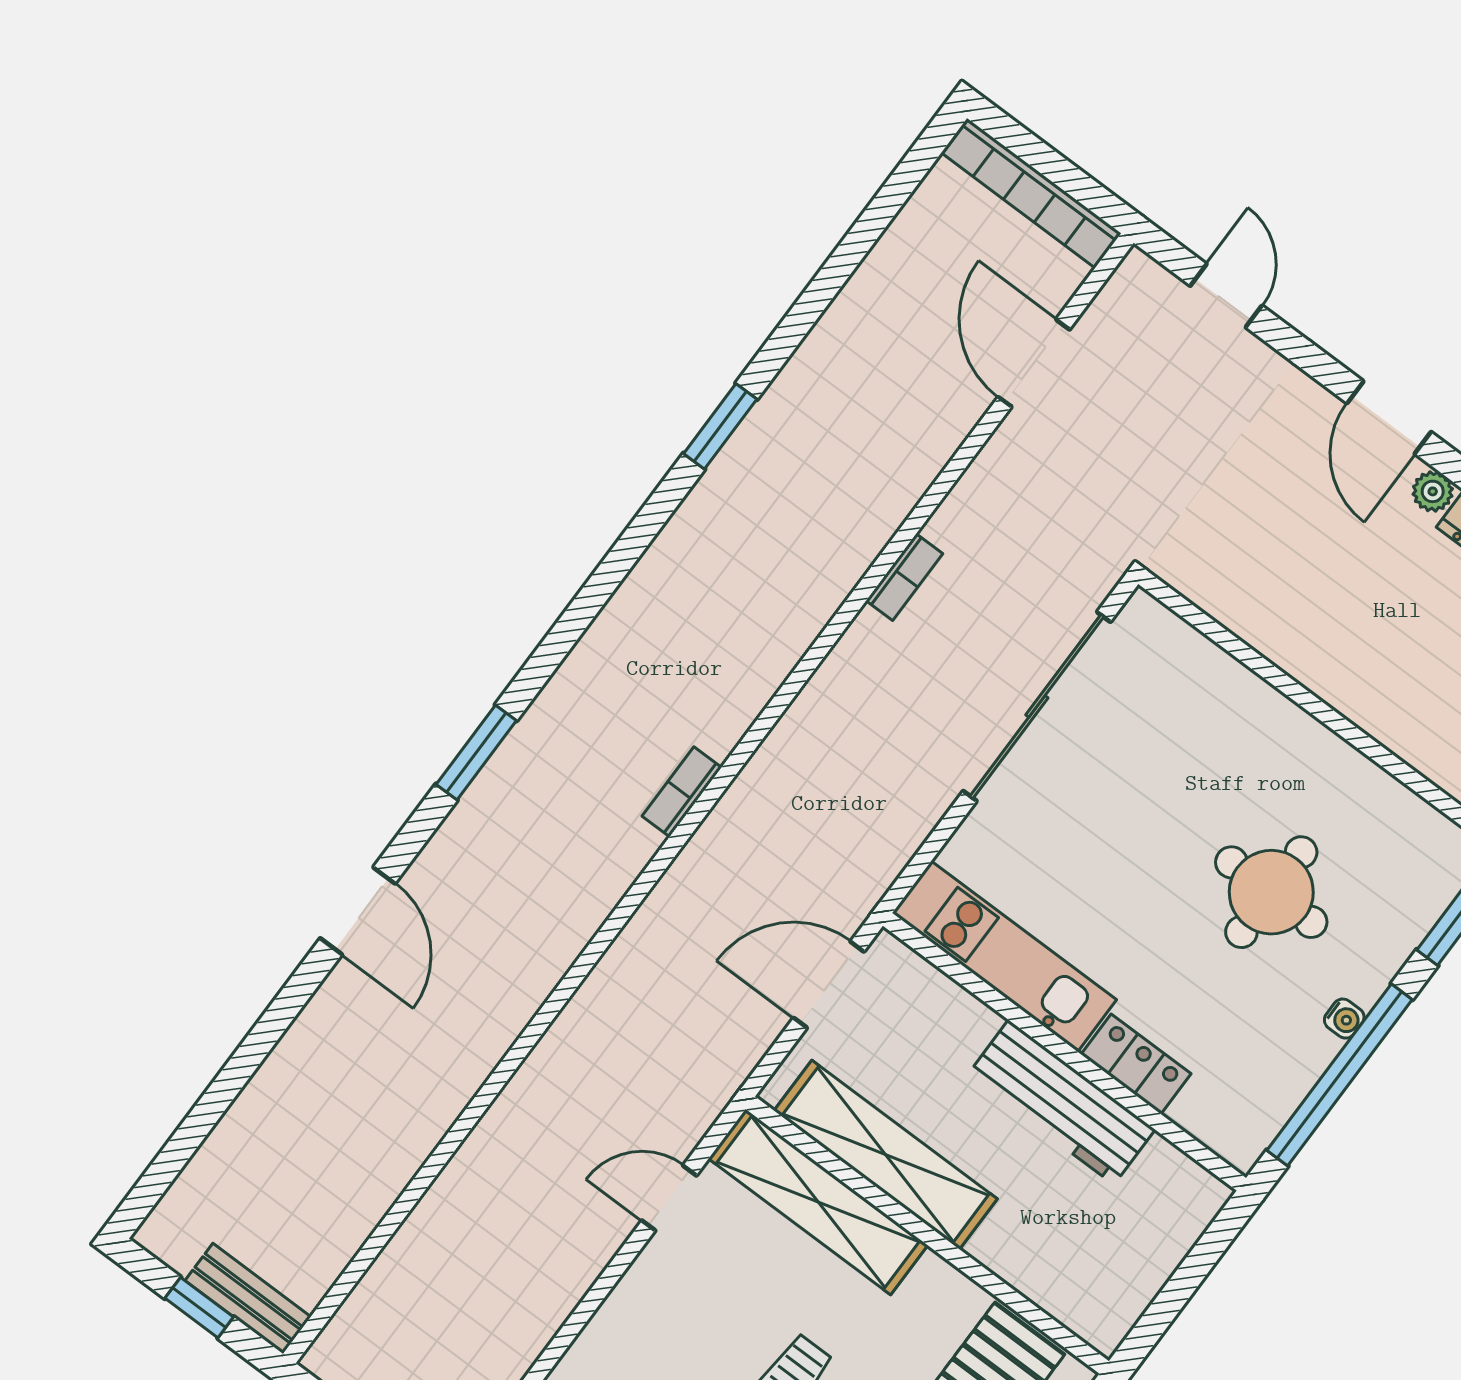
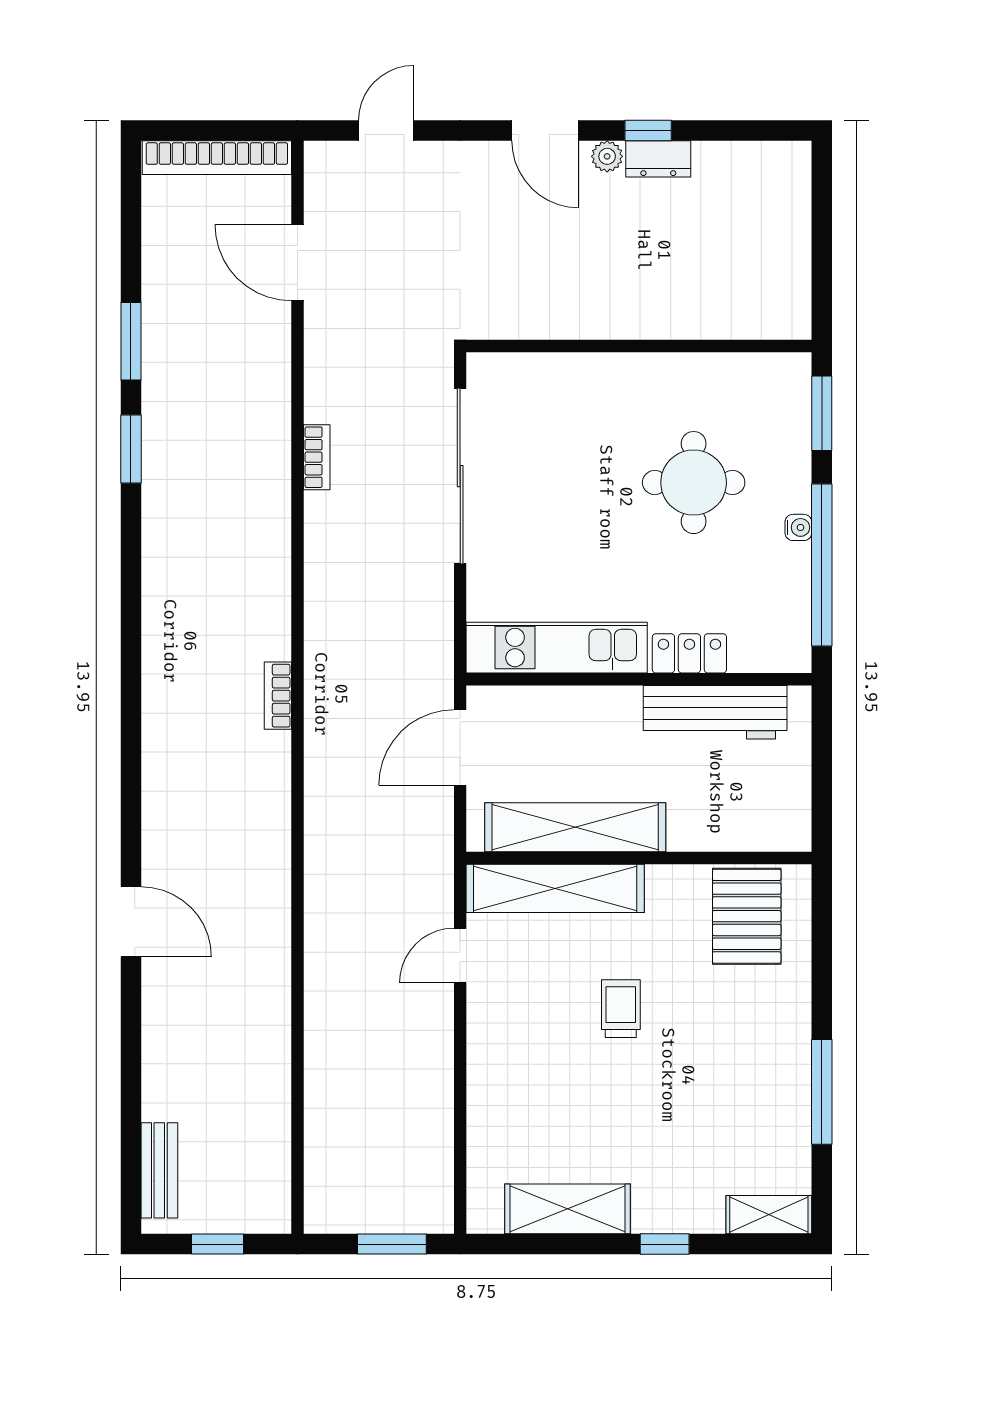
door: (1226, 296) -> (386, 131), hinge flipped
window: (476, 752) -> (131, 341), moved
workbench: (1061, 1102) -> (715, 712), moved
bench: (248, 1299) -> (159, 1170), moved, turned 90

